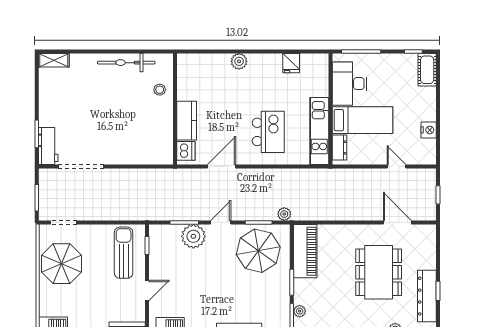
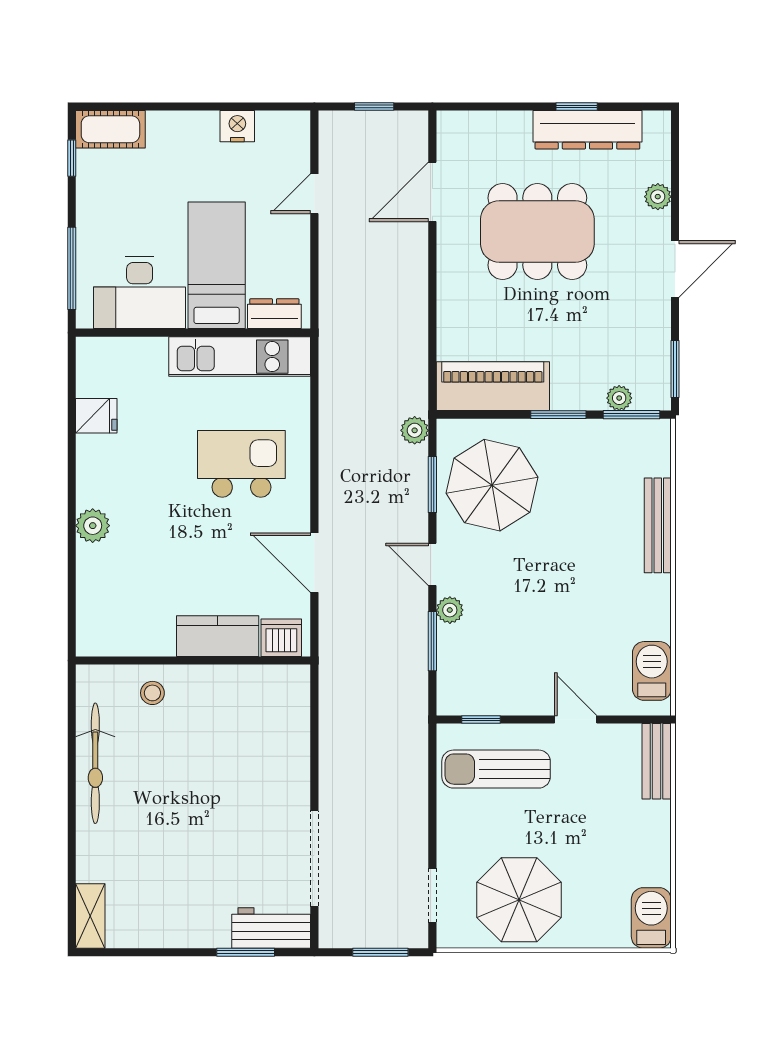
plant: (193, 236) -> (450, 610), width x0.53, depth x0.53

